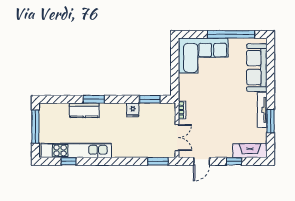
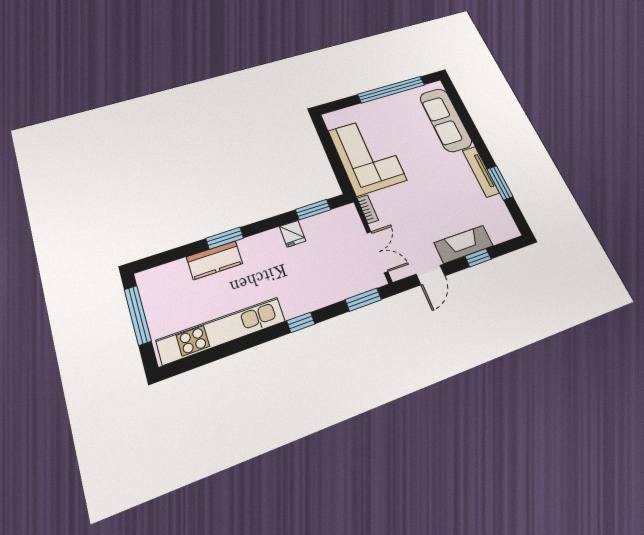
corner sofa: (203, 56) -> (367, 155), moved, turned -90
fireplace: (250, 151) -> (464, 244), moved
window: (69, 161) -> (301, 322), moved

